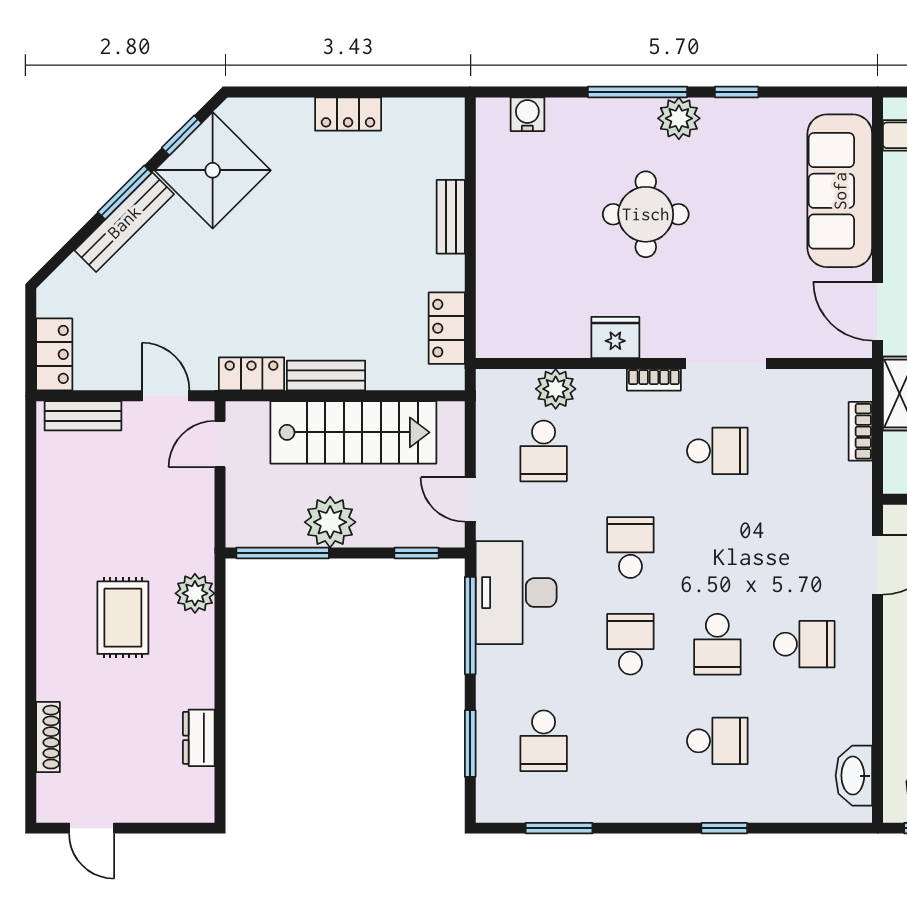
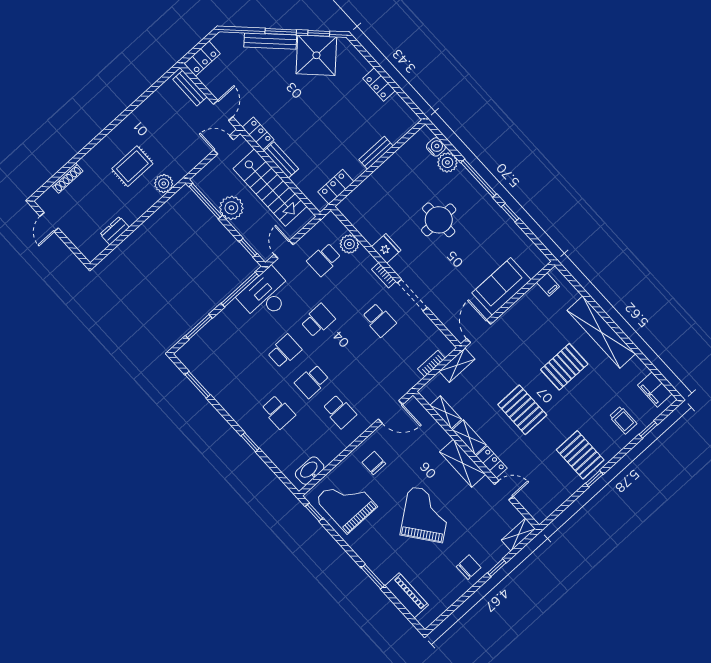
plant: (679, 118) -> (447, 162), moved
sofa: (840, 191) -> (501, 286), width x0.73
school desk: (544, 741) -> (223, 352), removed

